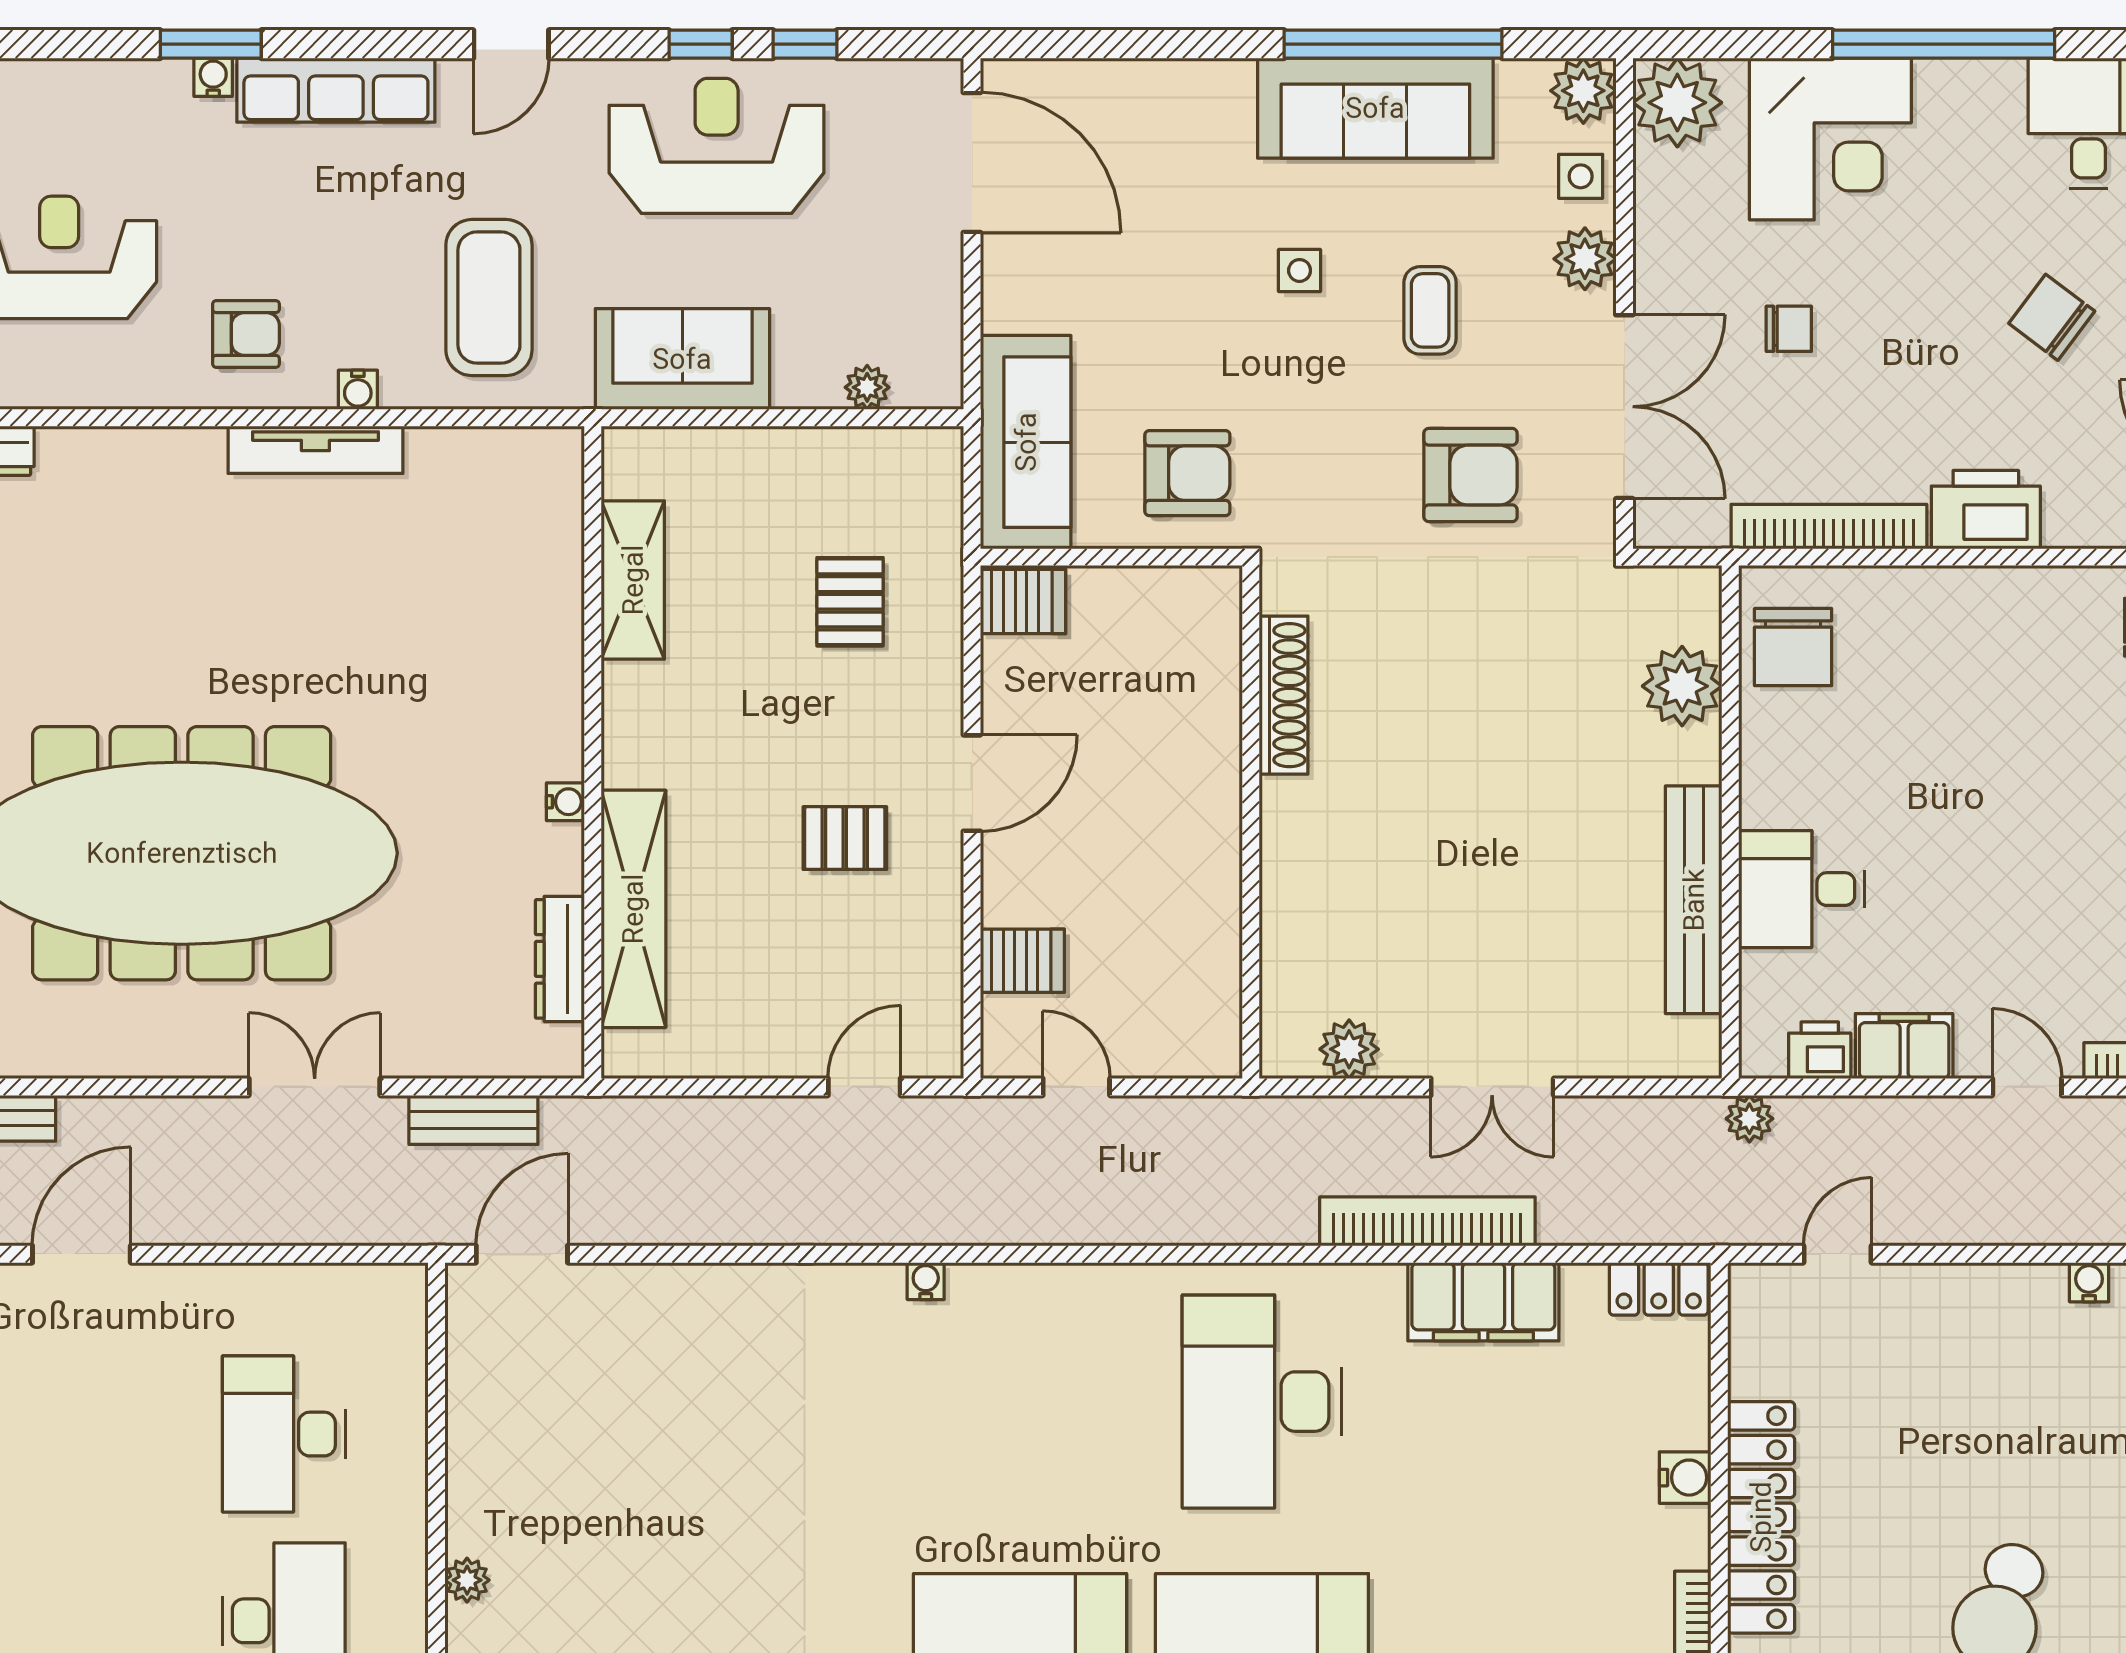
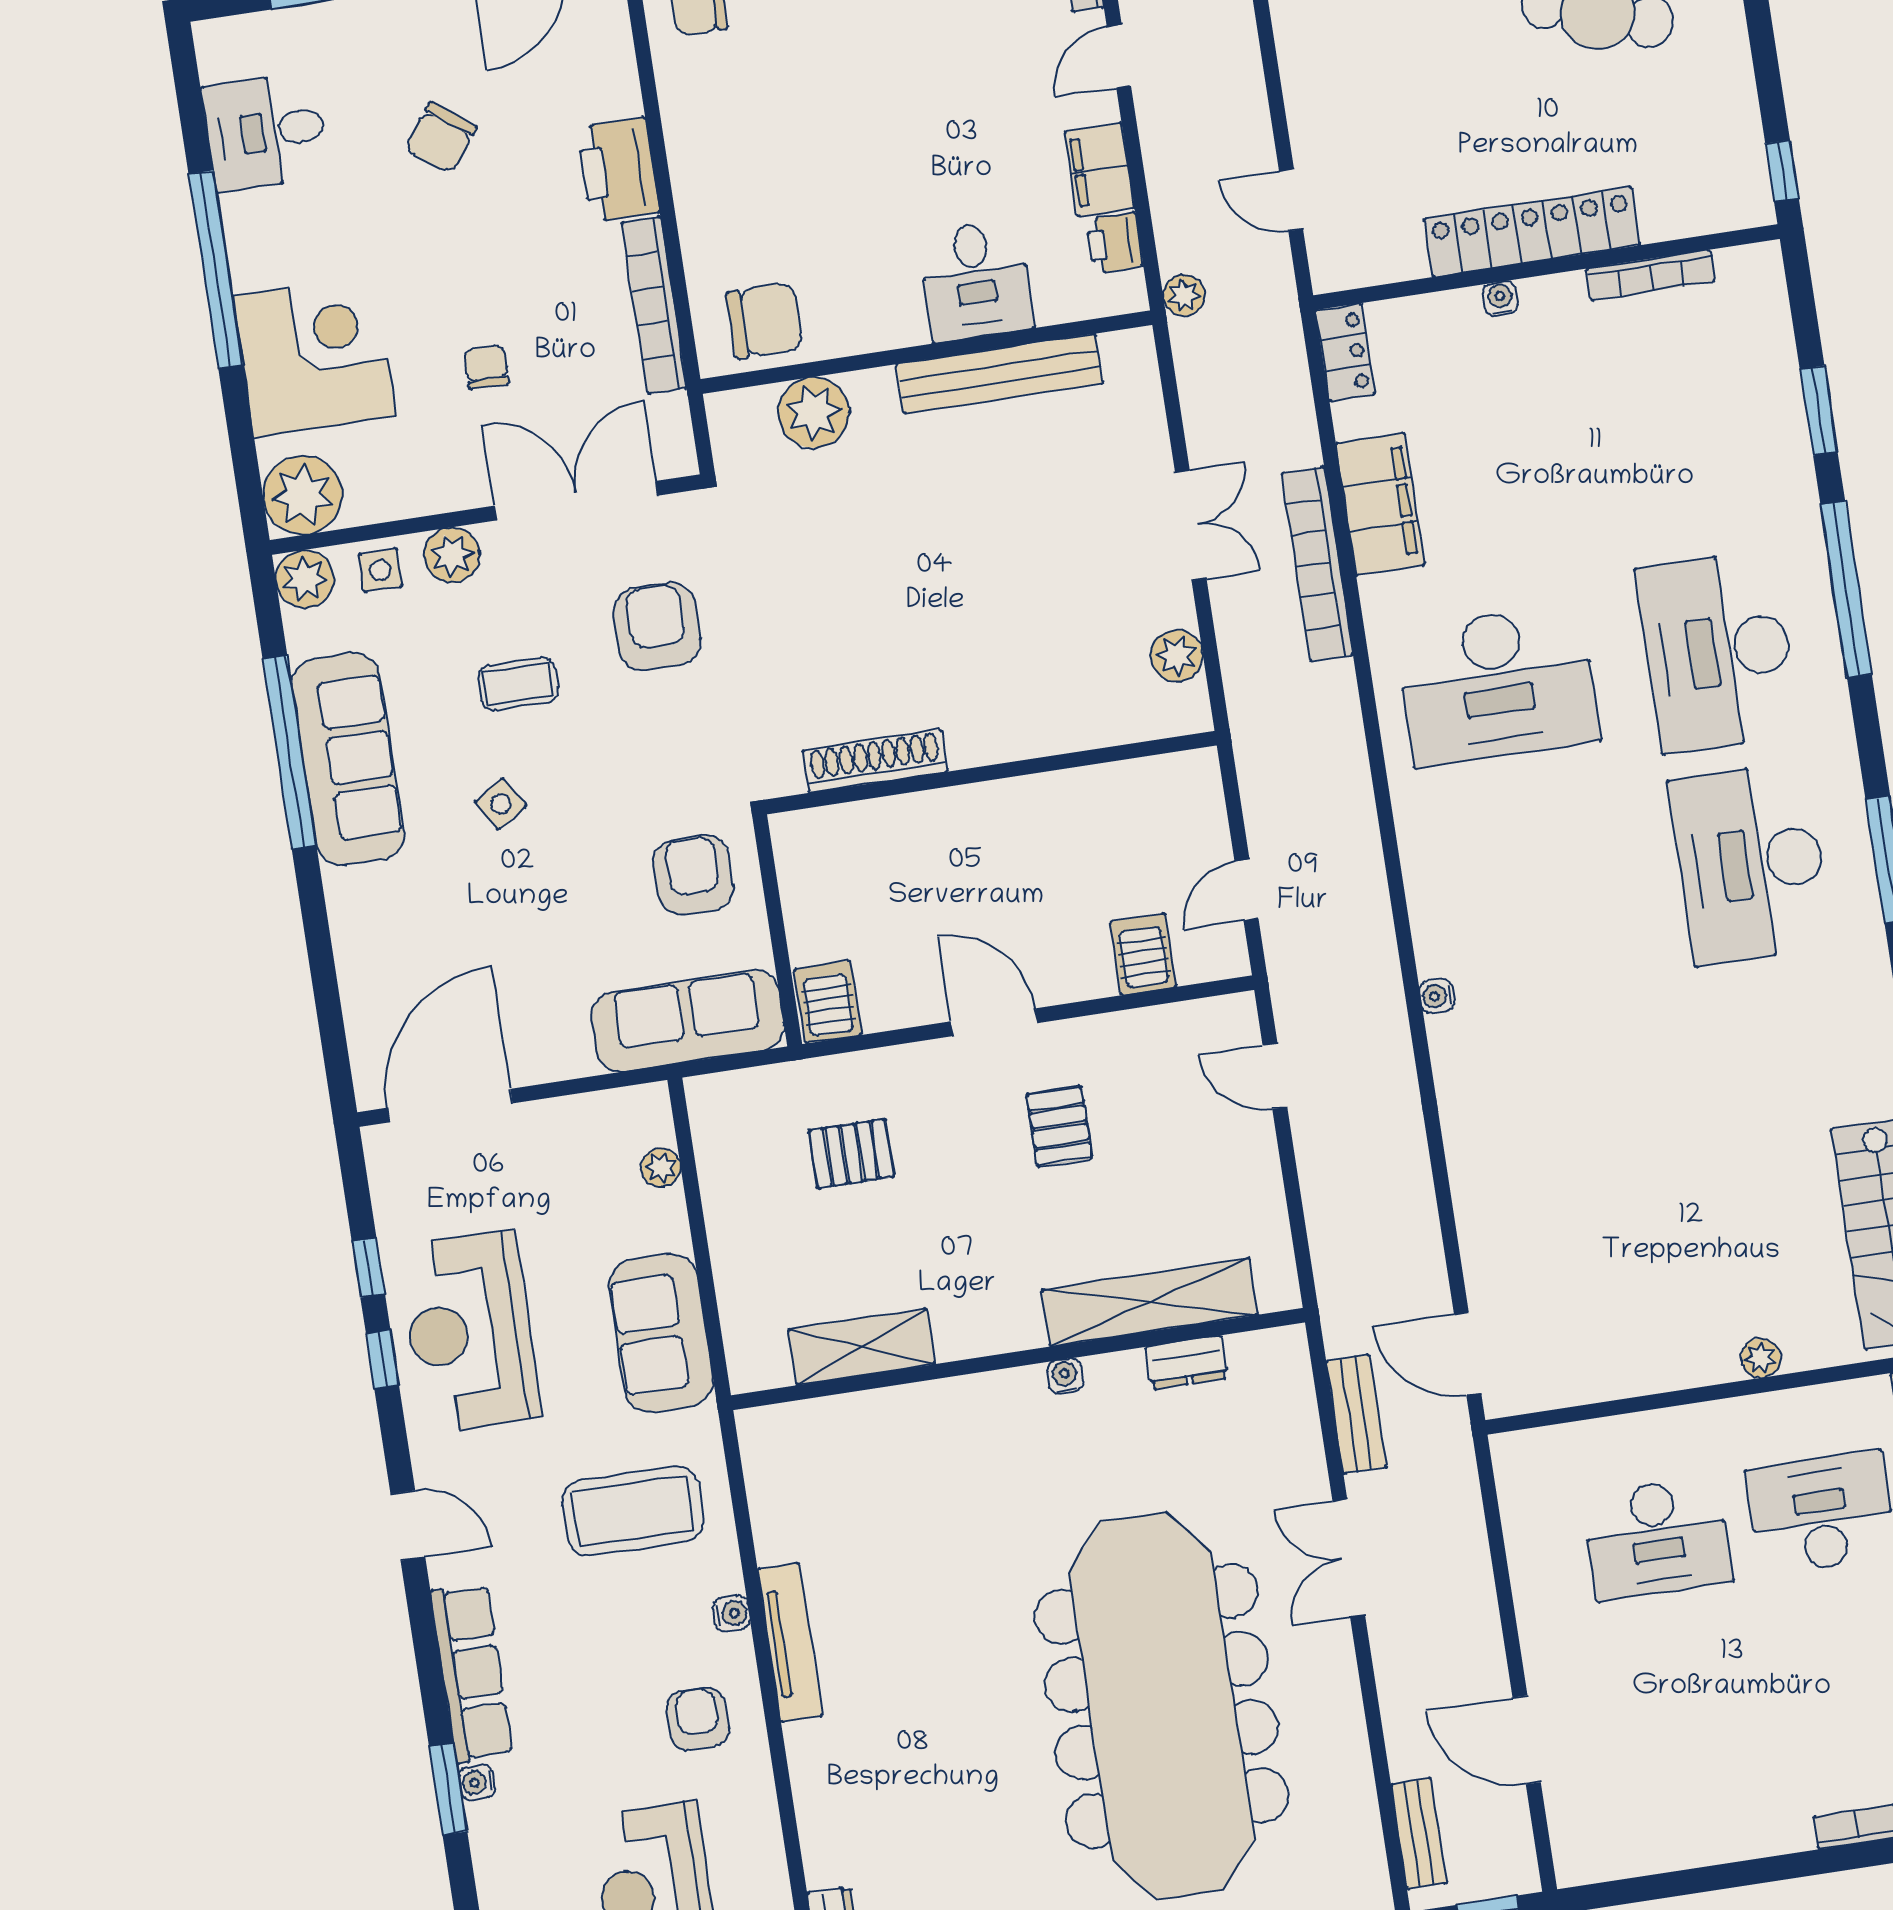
side table: (1300, 270) -> (501, 804), turned -32
dresser: (560, 959) -> (1187, 1363), width x0.70
water cooler: (1685, 1478) -> (1500, 298), width x0.72, depth x0.72

